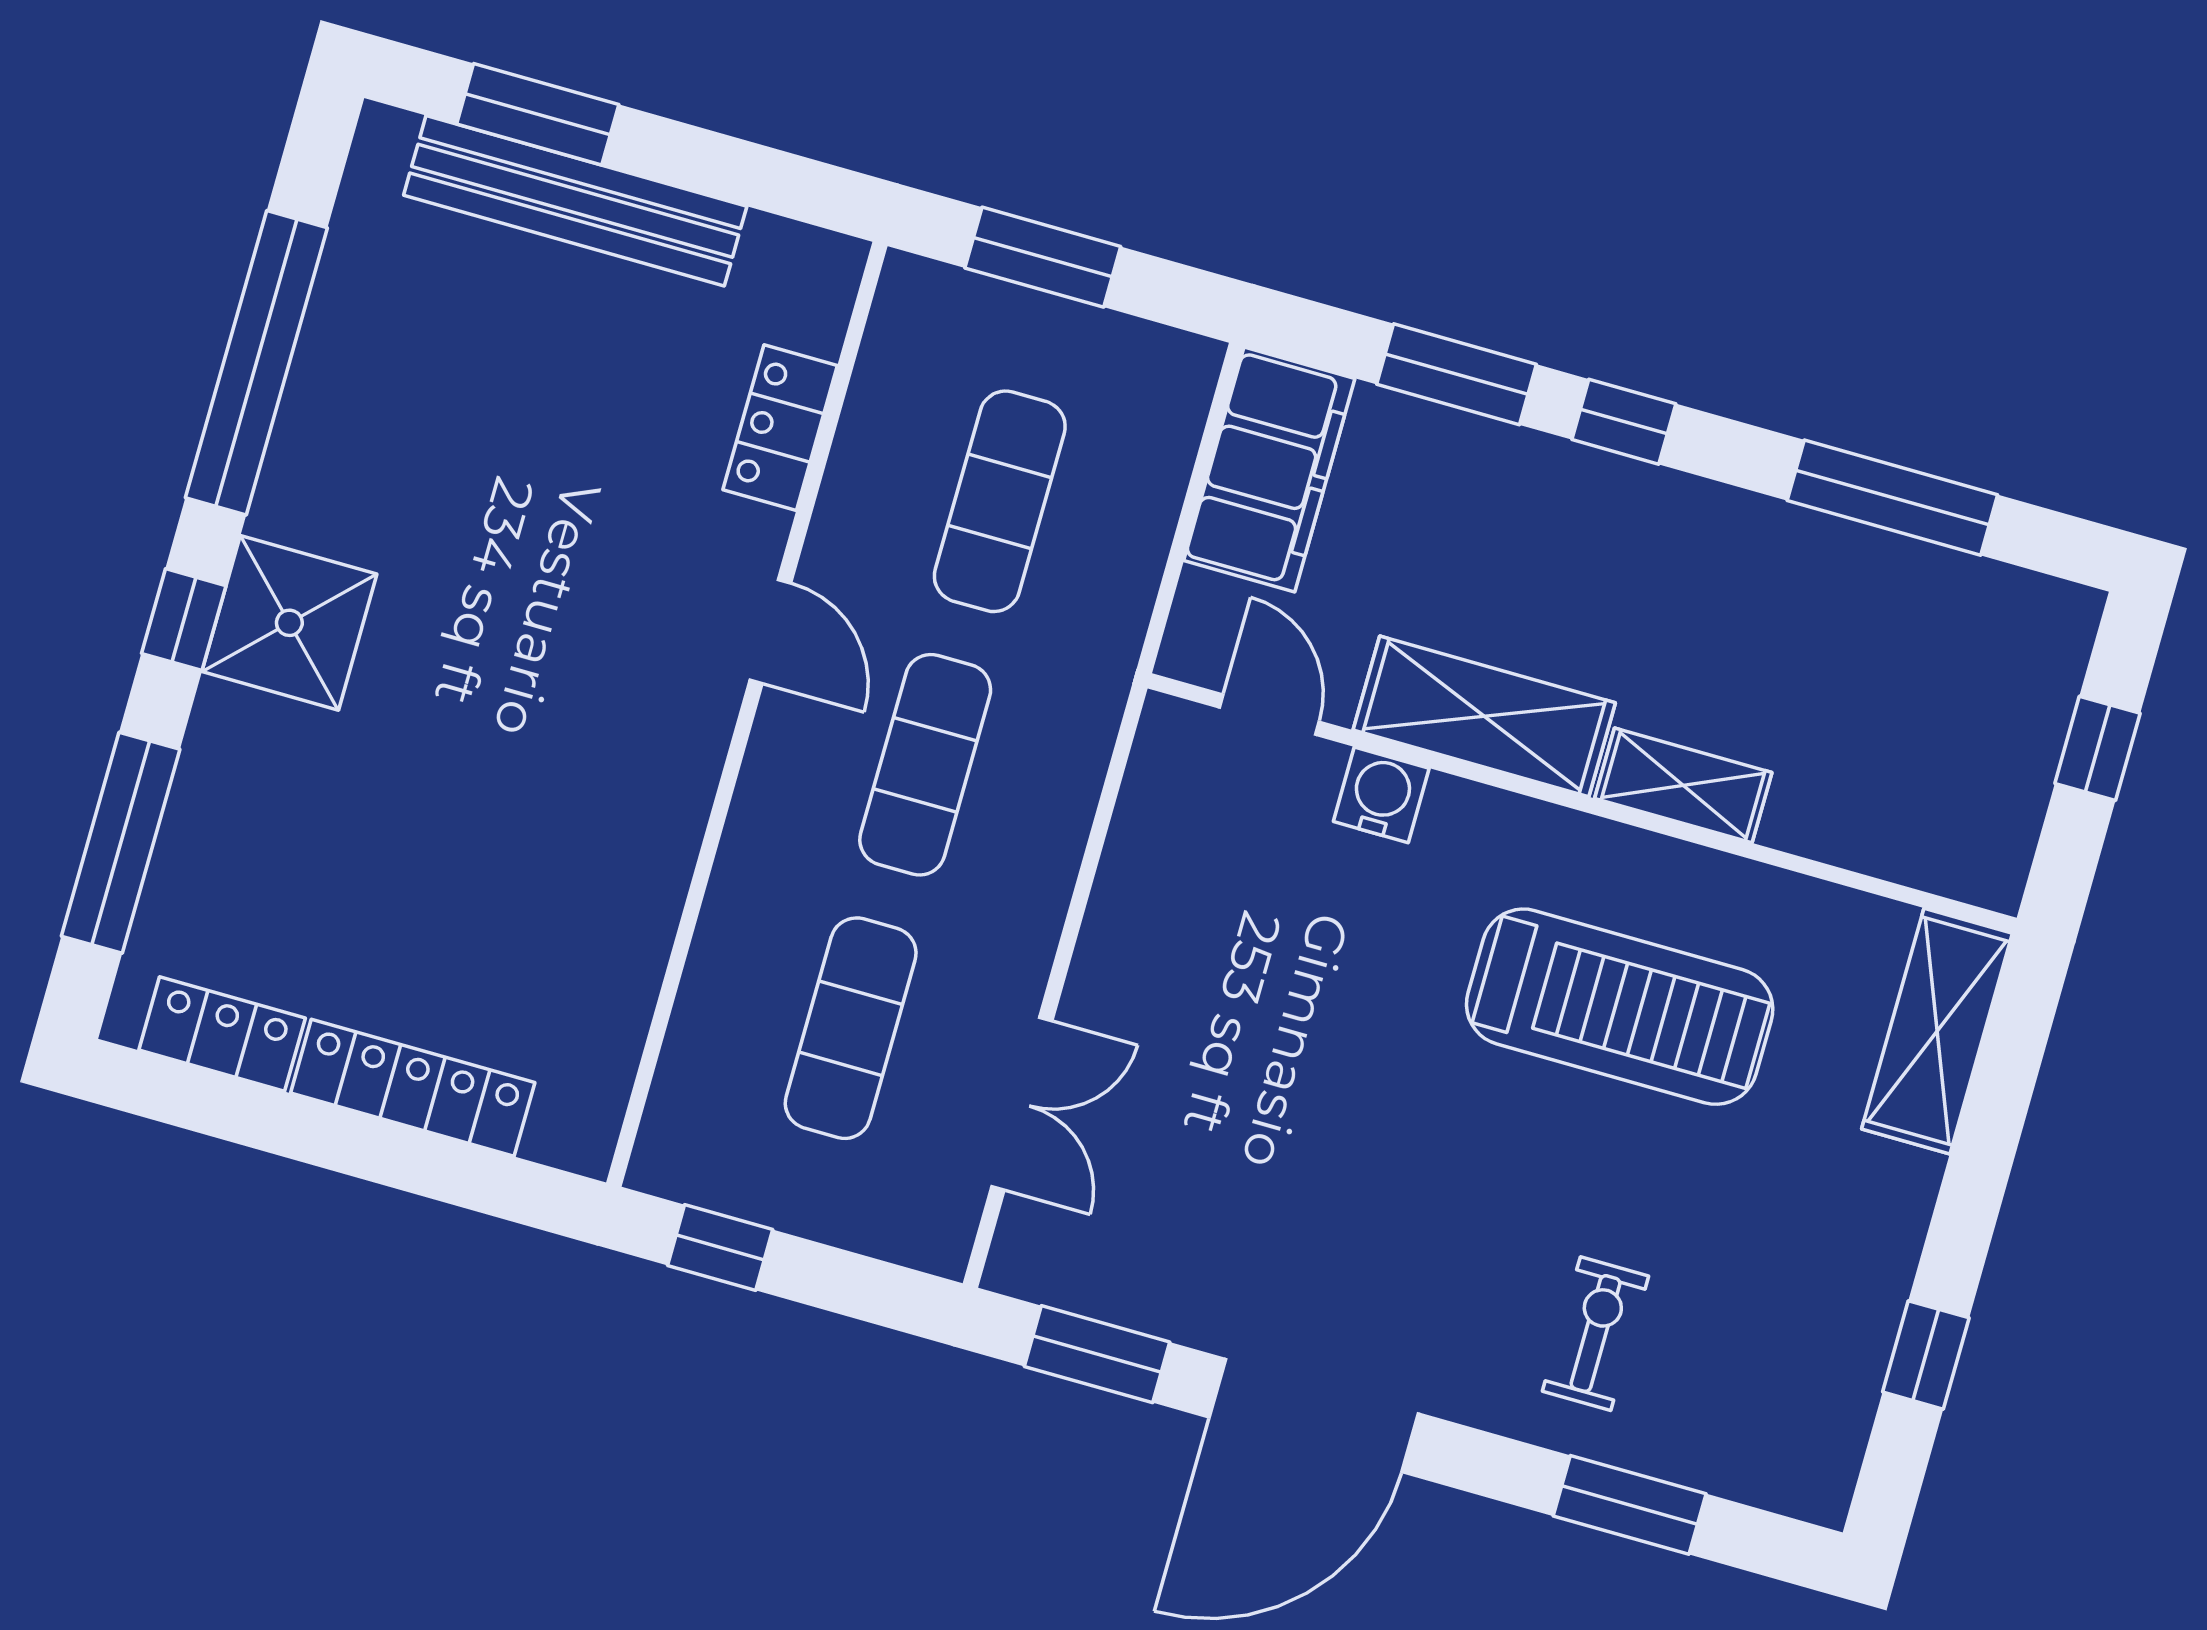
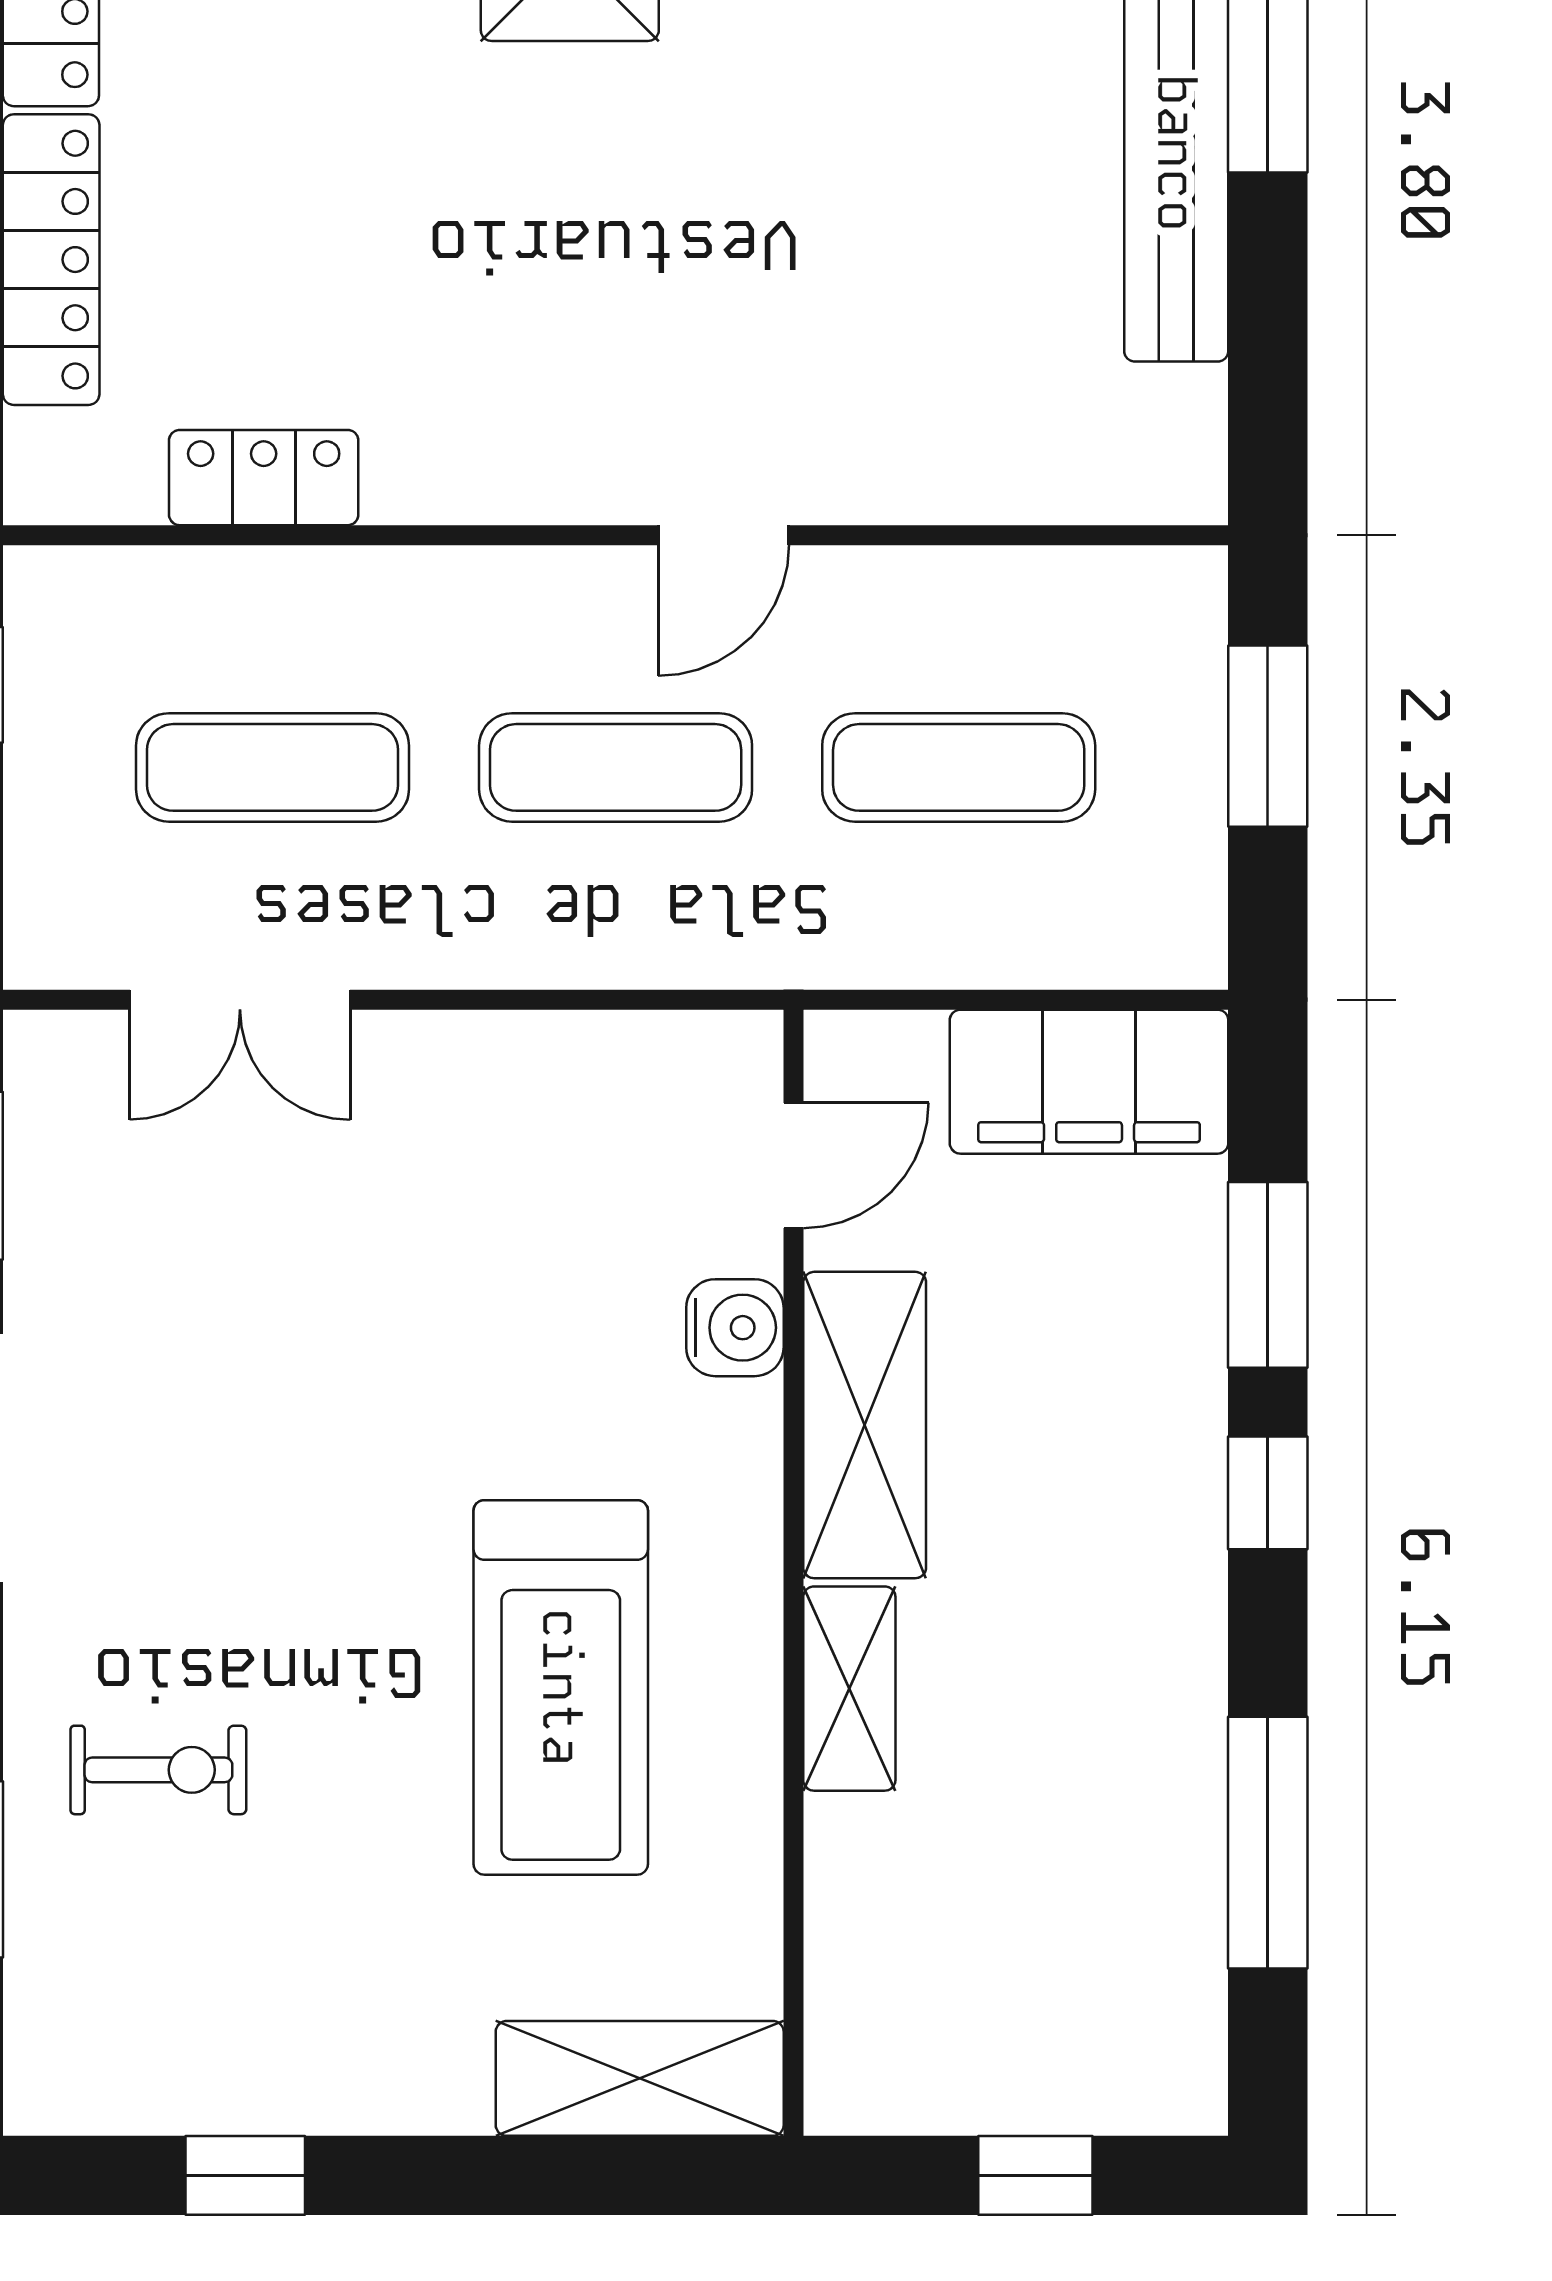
locker: (780, 428) -> (264, 478), moved

